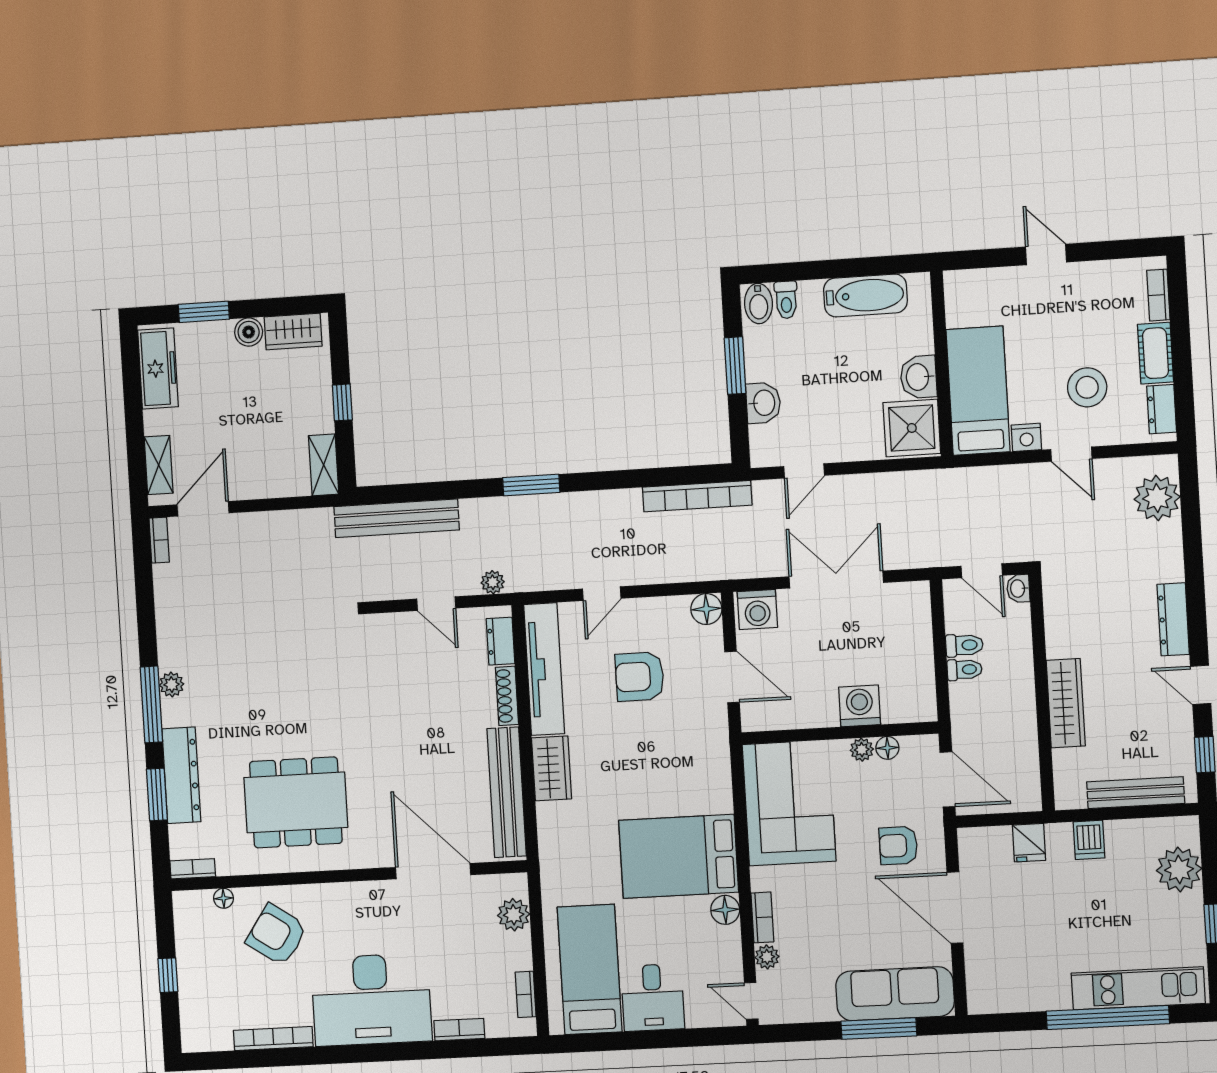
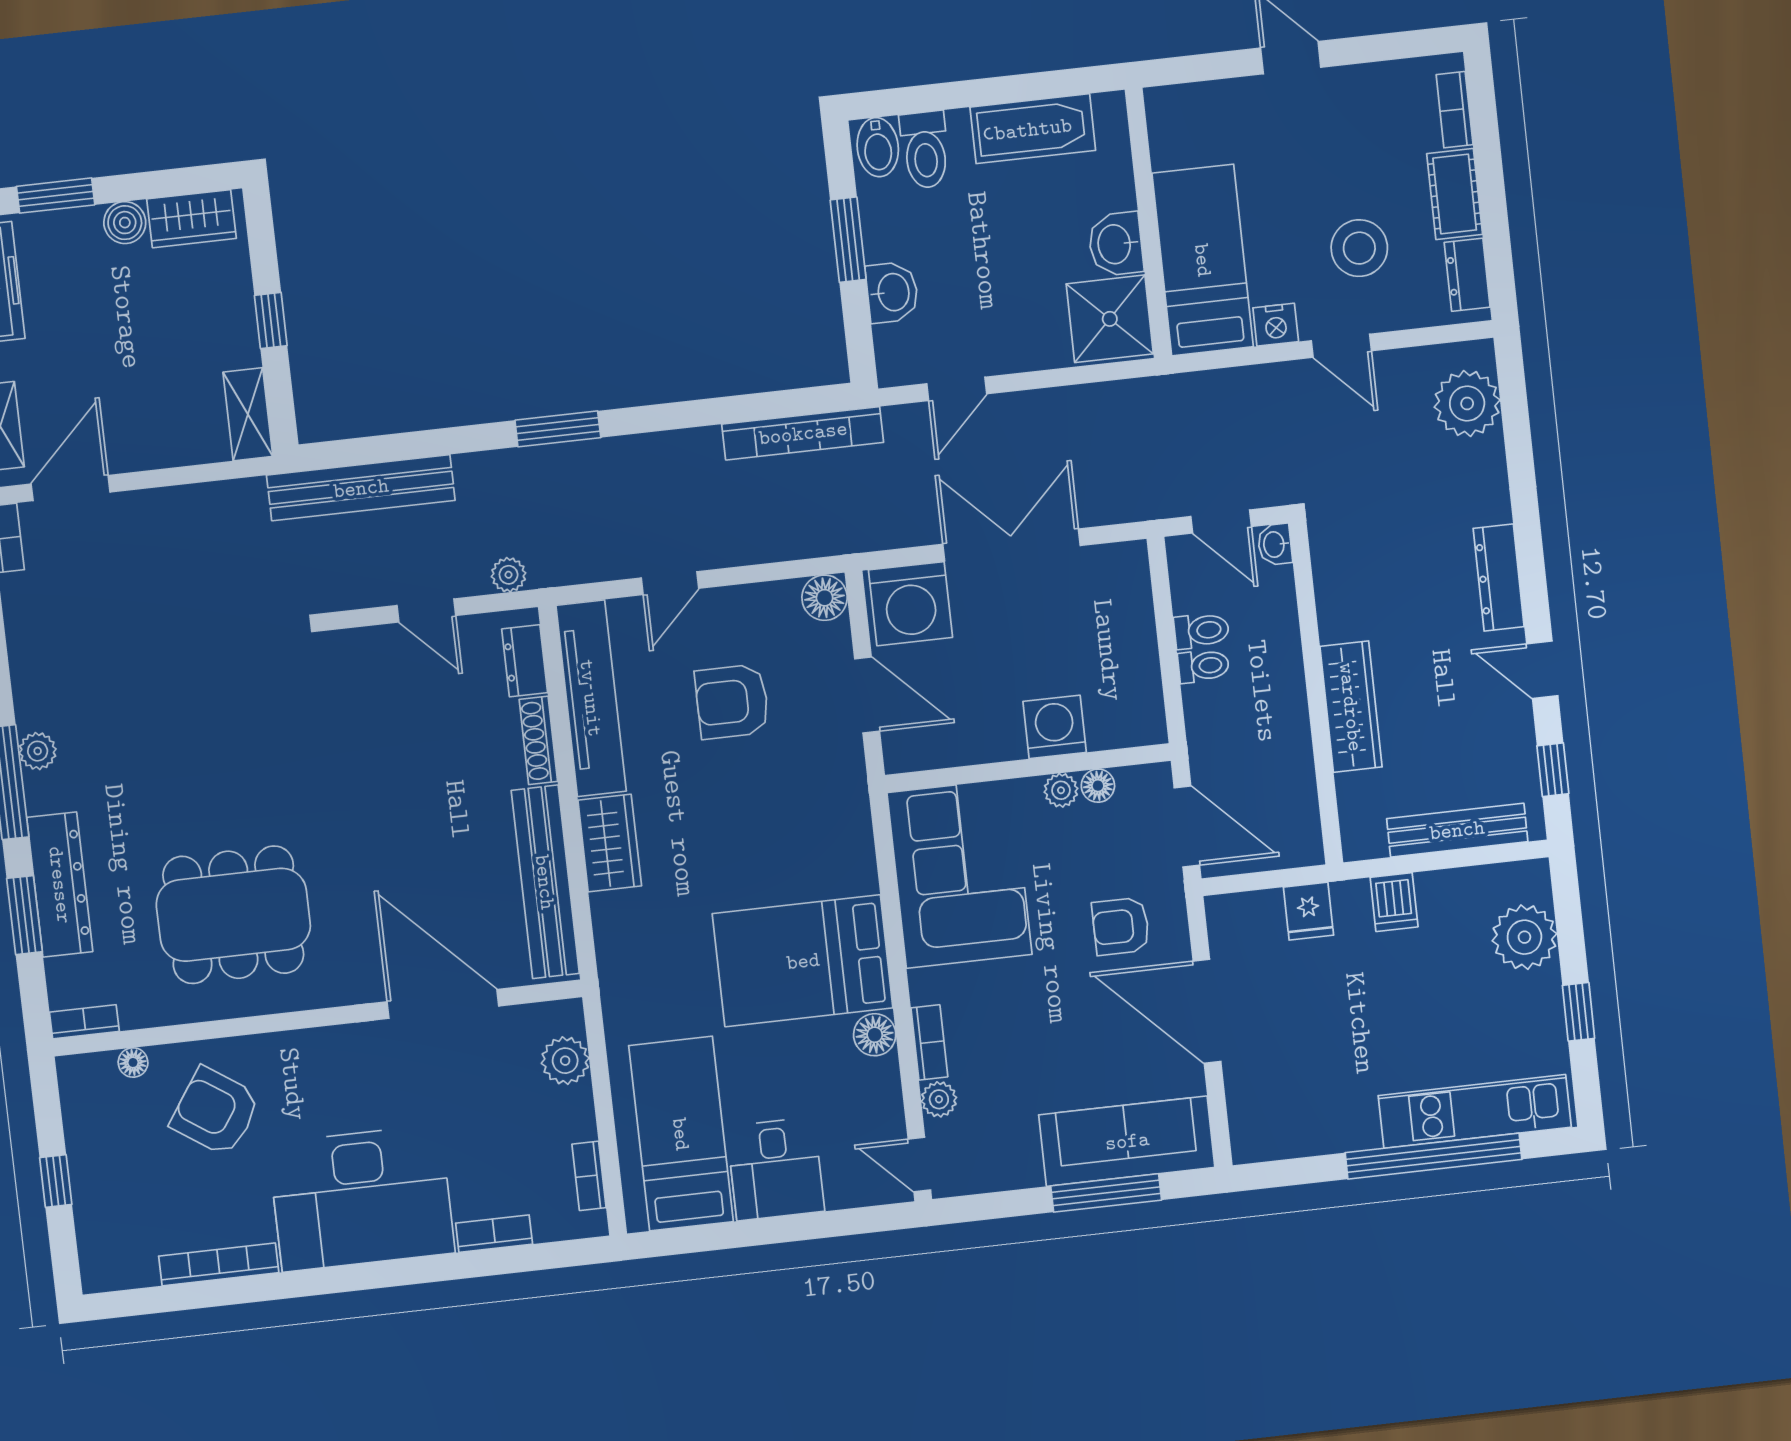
toilet: (786, 300) -> (925, 150), width x1.37, depth x1.39
washing machine: (757, 610) -> (910, 604), width x1.37, depth x1.37

